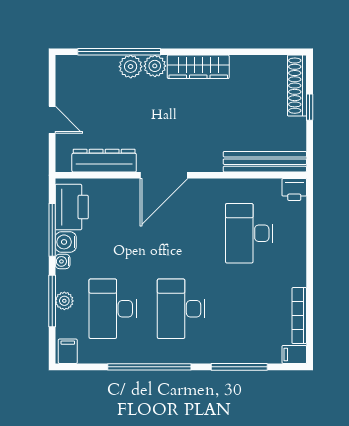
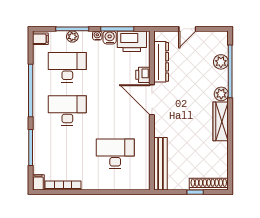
plant: (131, 67) -> (221, 62), moved
printer: (294, 190) -> (143, 75), moved

